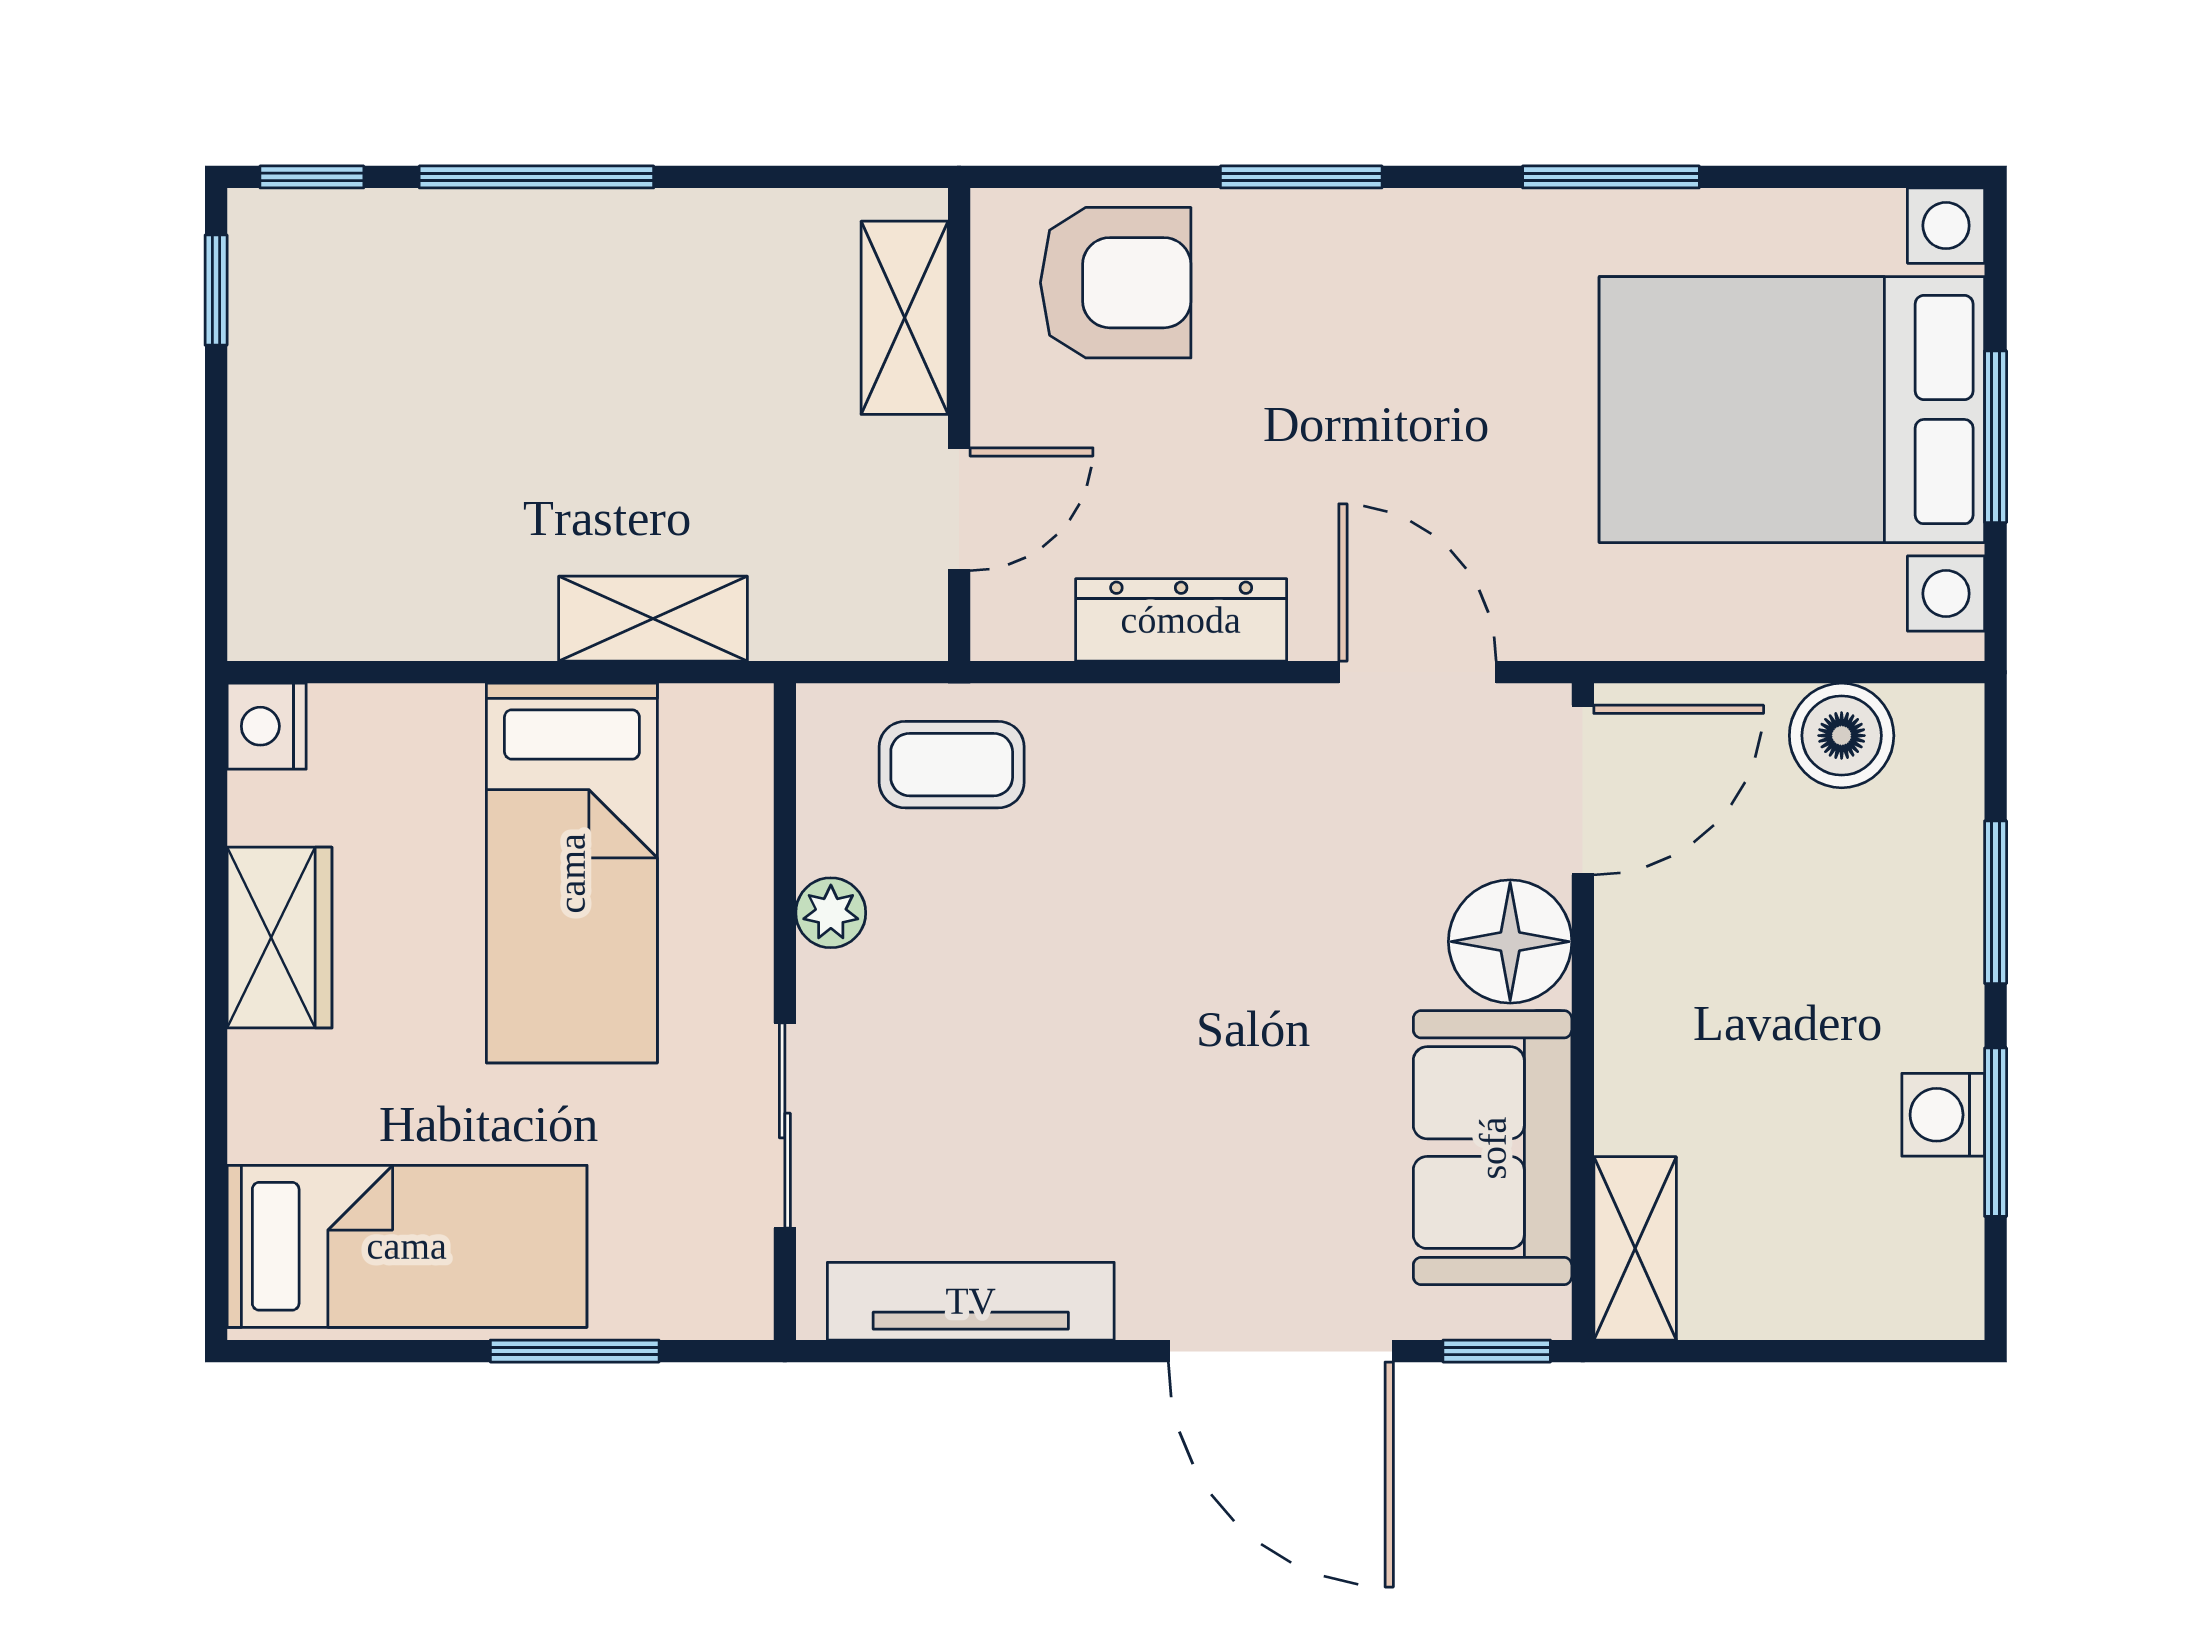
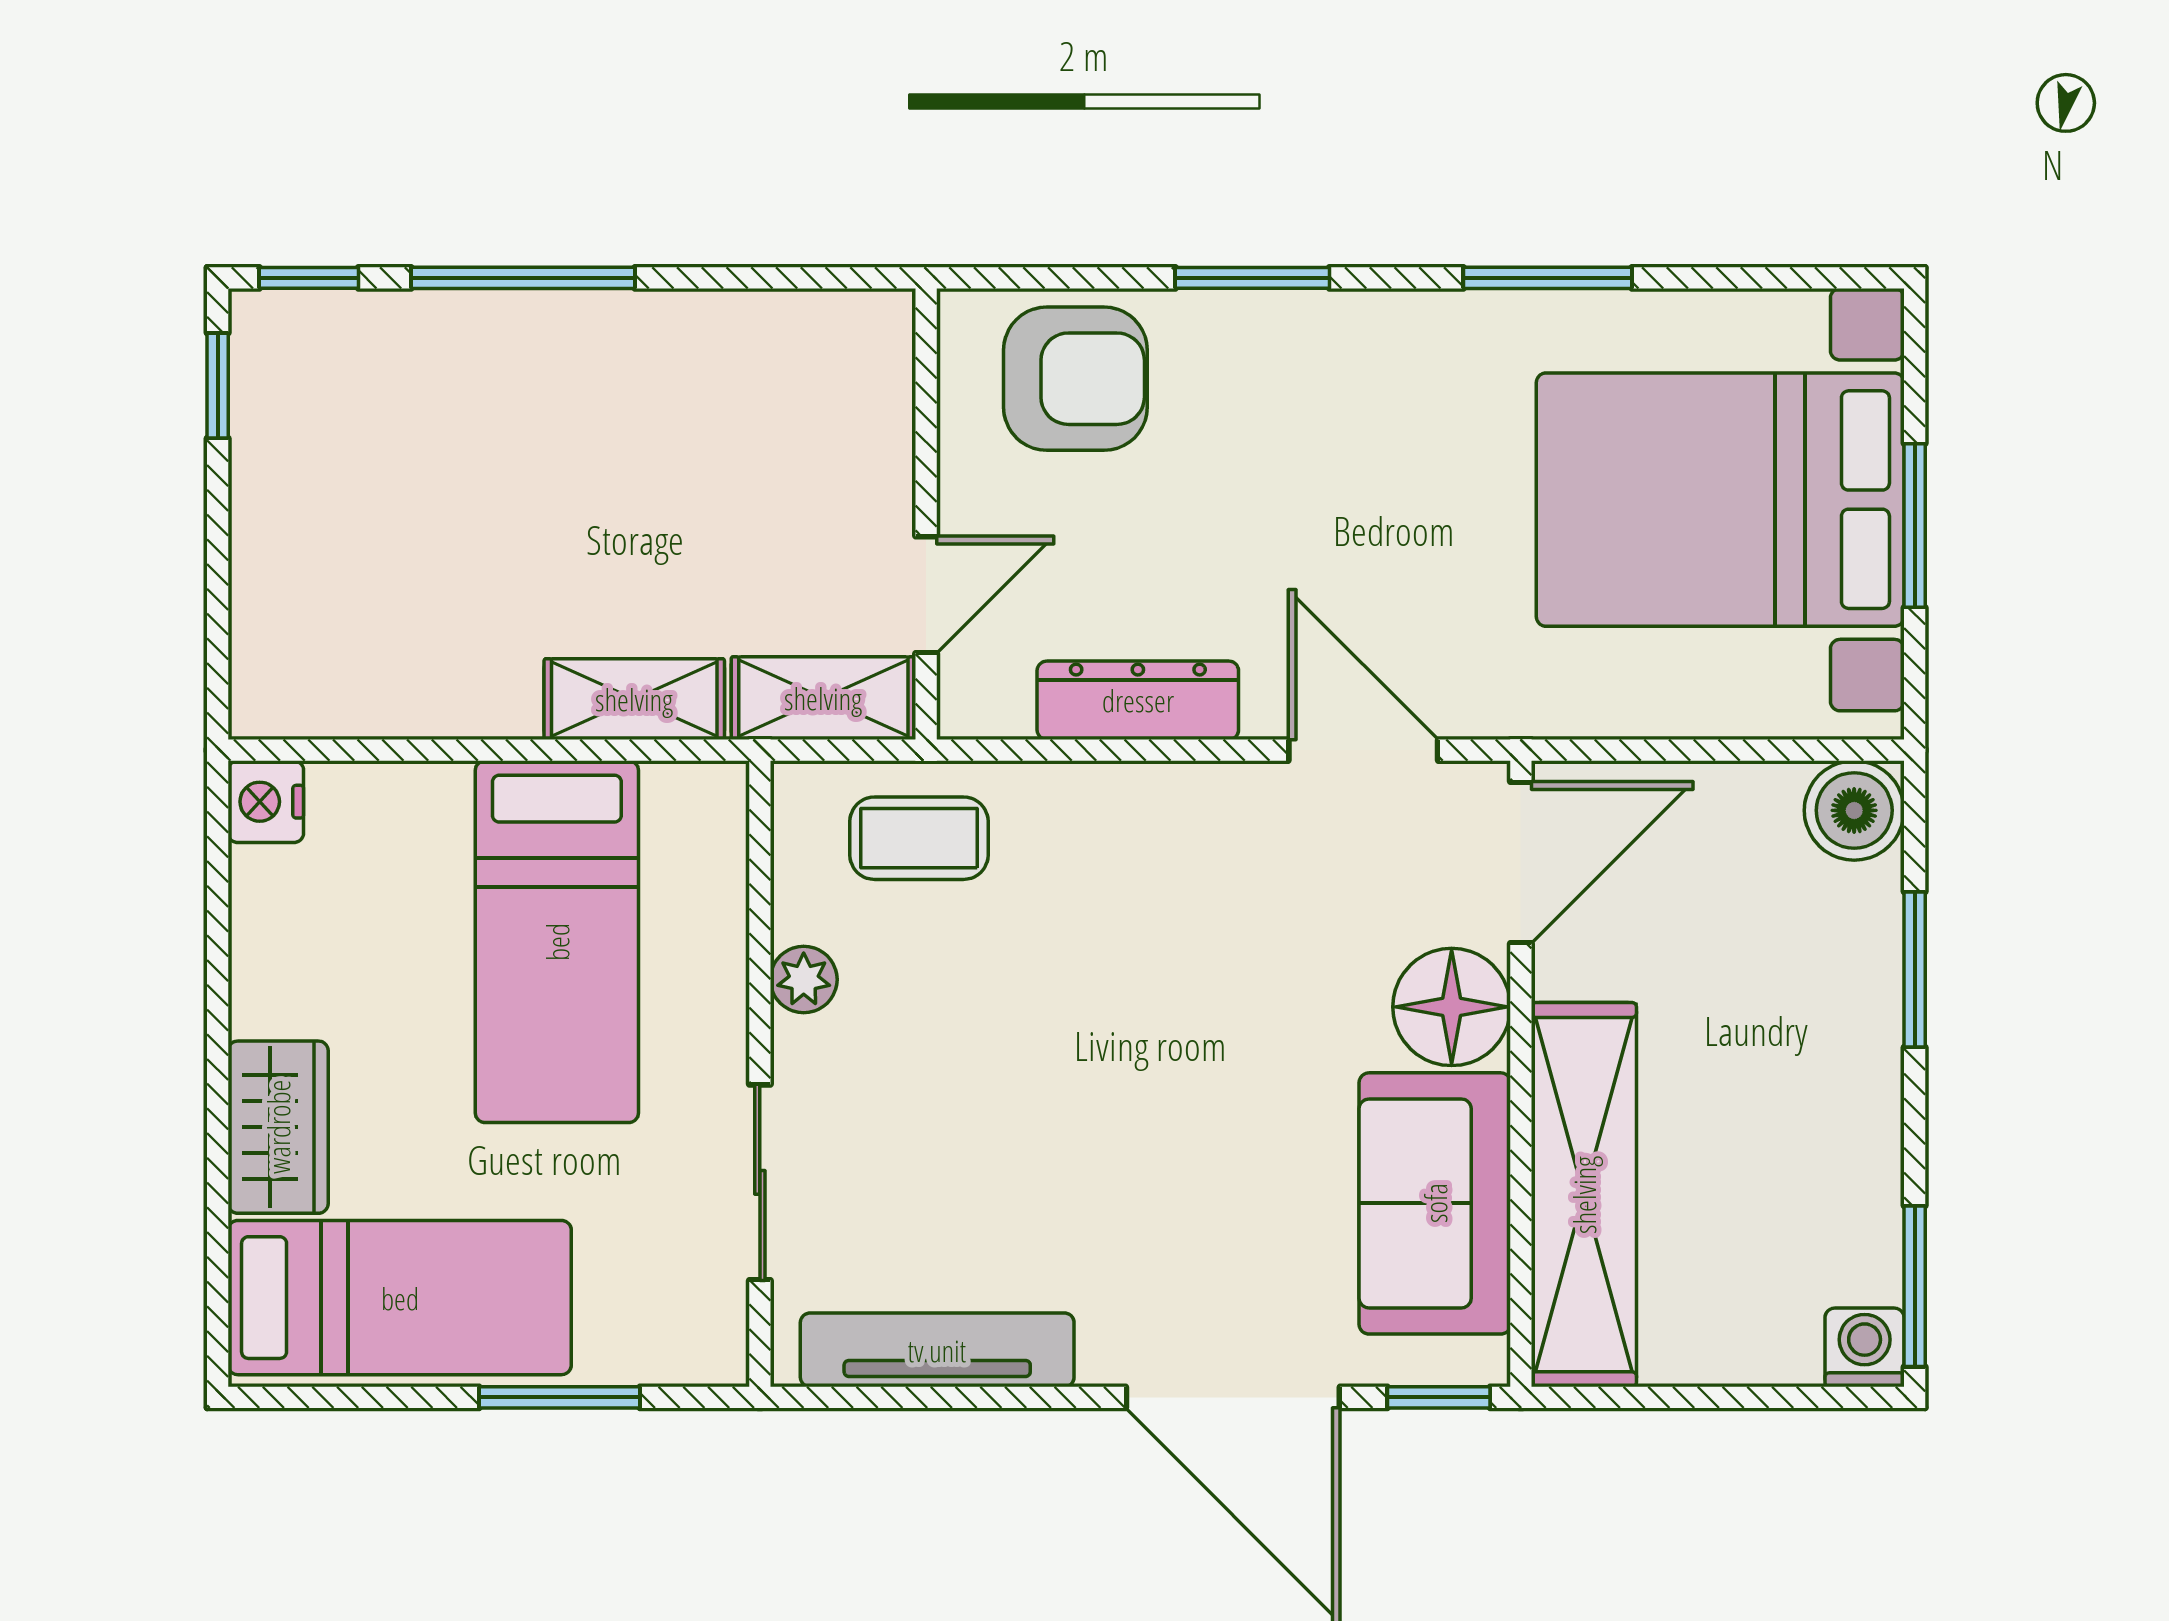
shelving: (905, 318) -> (823, 698), moved, turned 90
boiler: (1842, 736) -> (1854, 810), moved
wardrobe: (280, 938) -> (278, 1127), moved
washing machine: (1943, 1115) -> (1865, 1347), moved, turned 90
window: (1996, 1132) -> (1915, 1286), moved
shelving: (1635, 1248) -> (1584, 1195), width x2.20, depth x1.33

